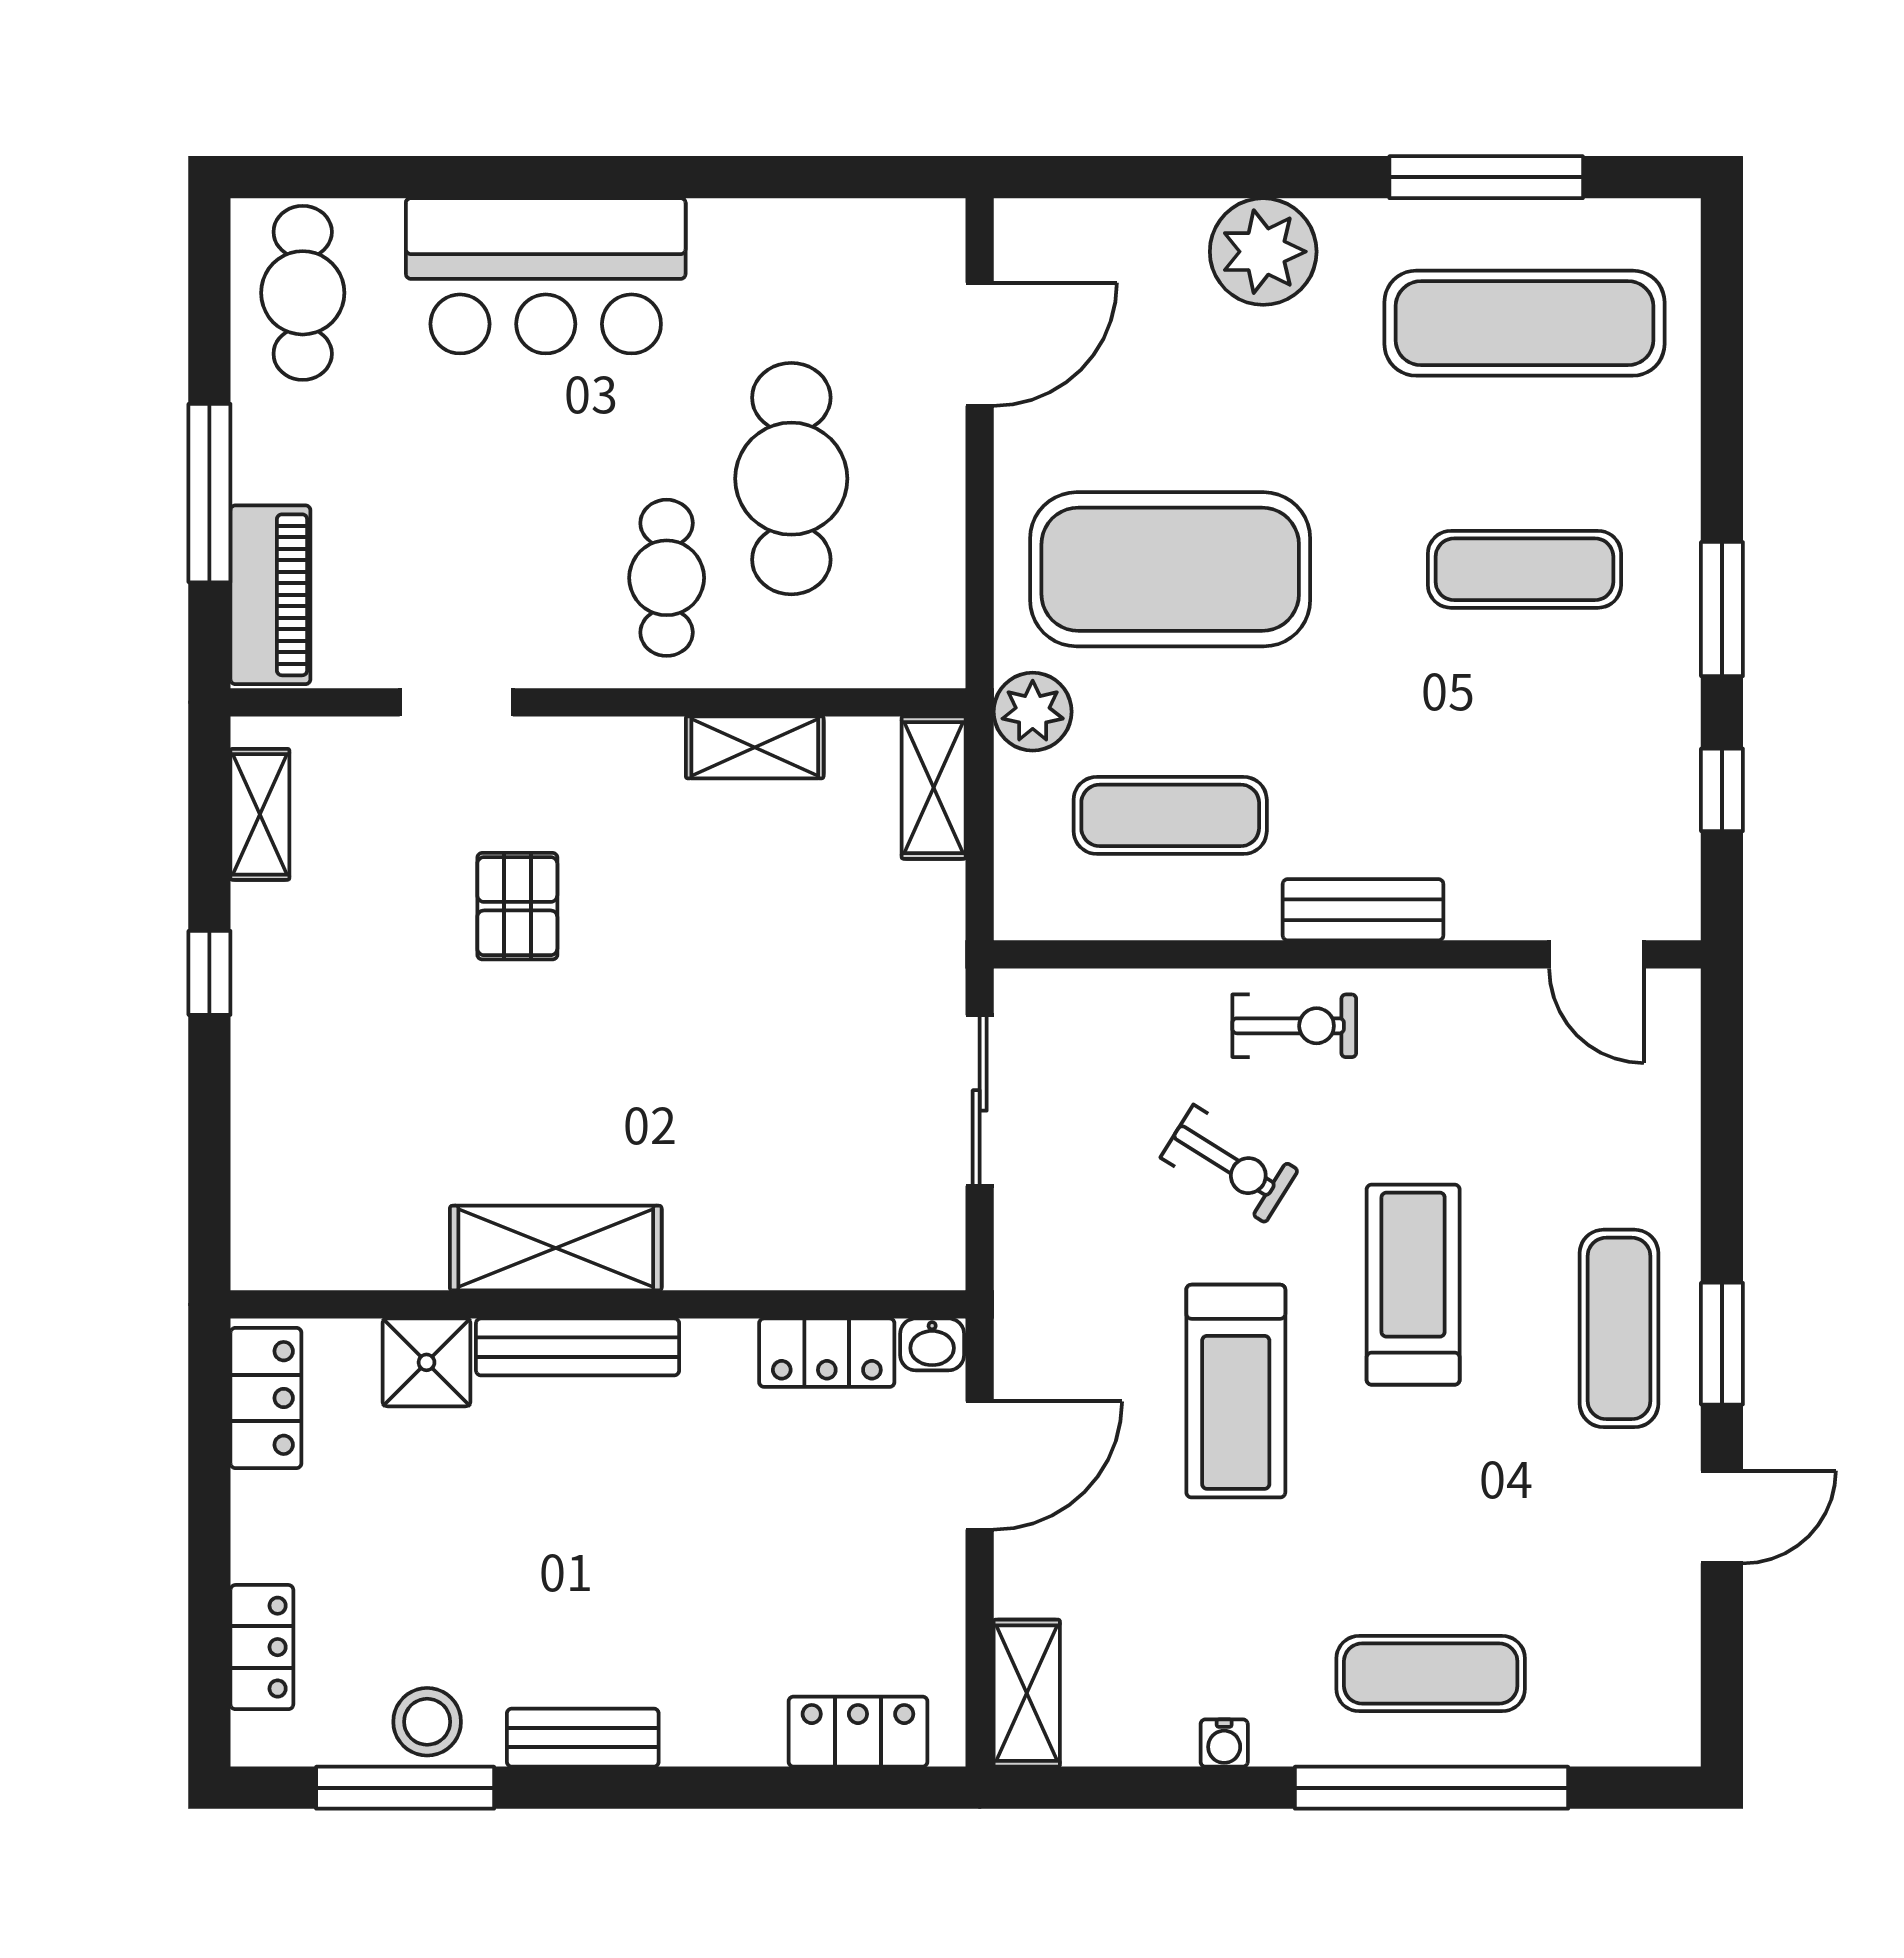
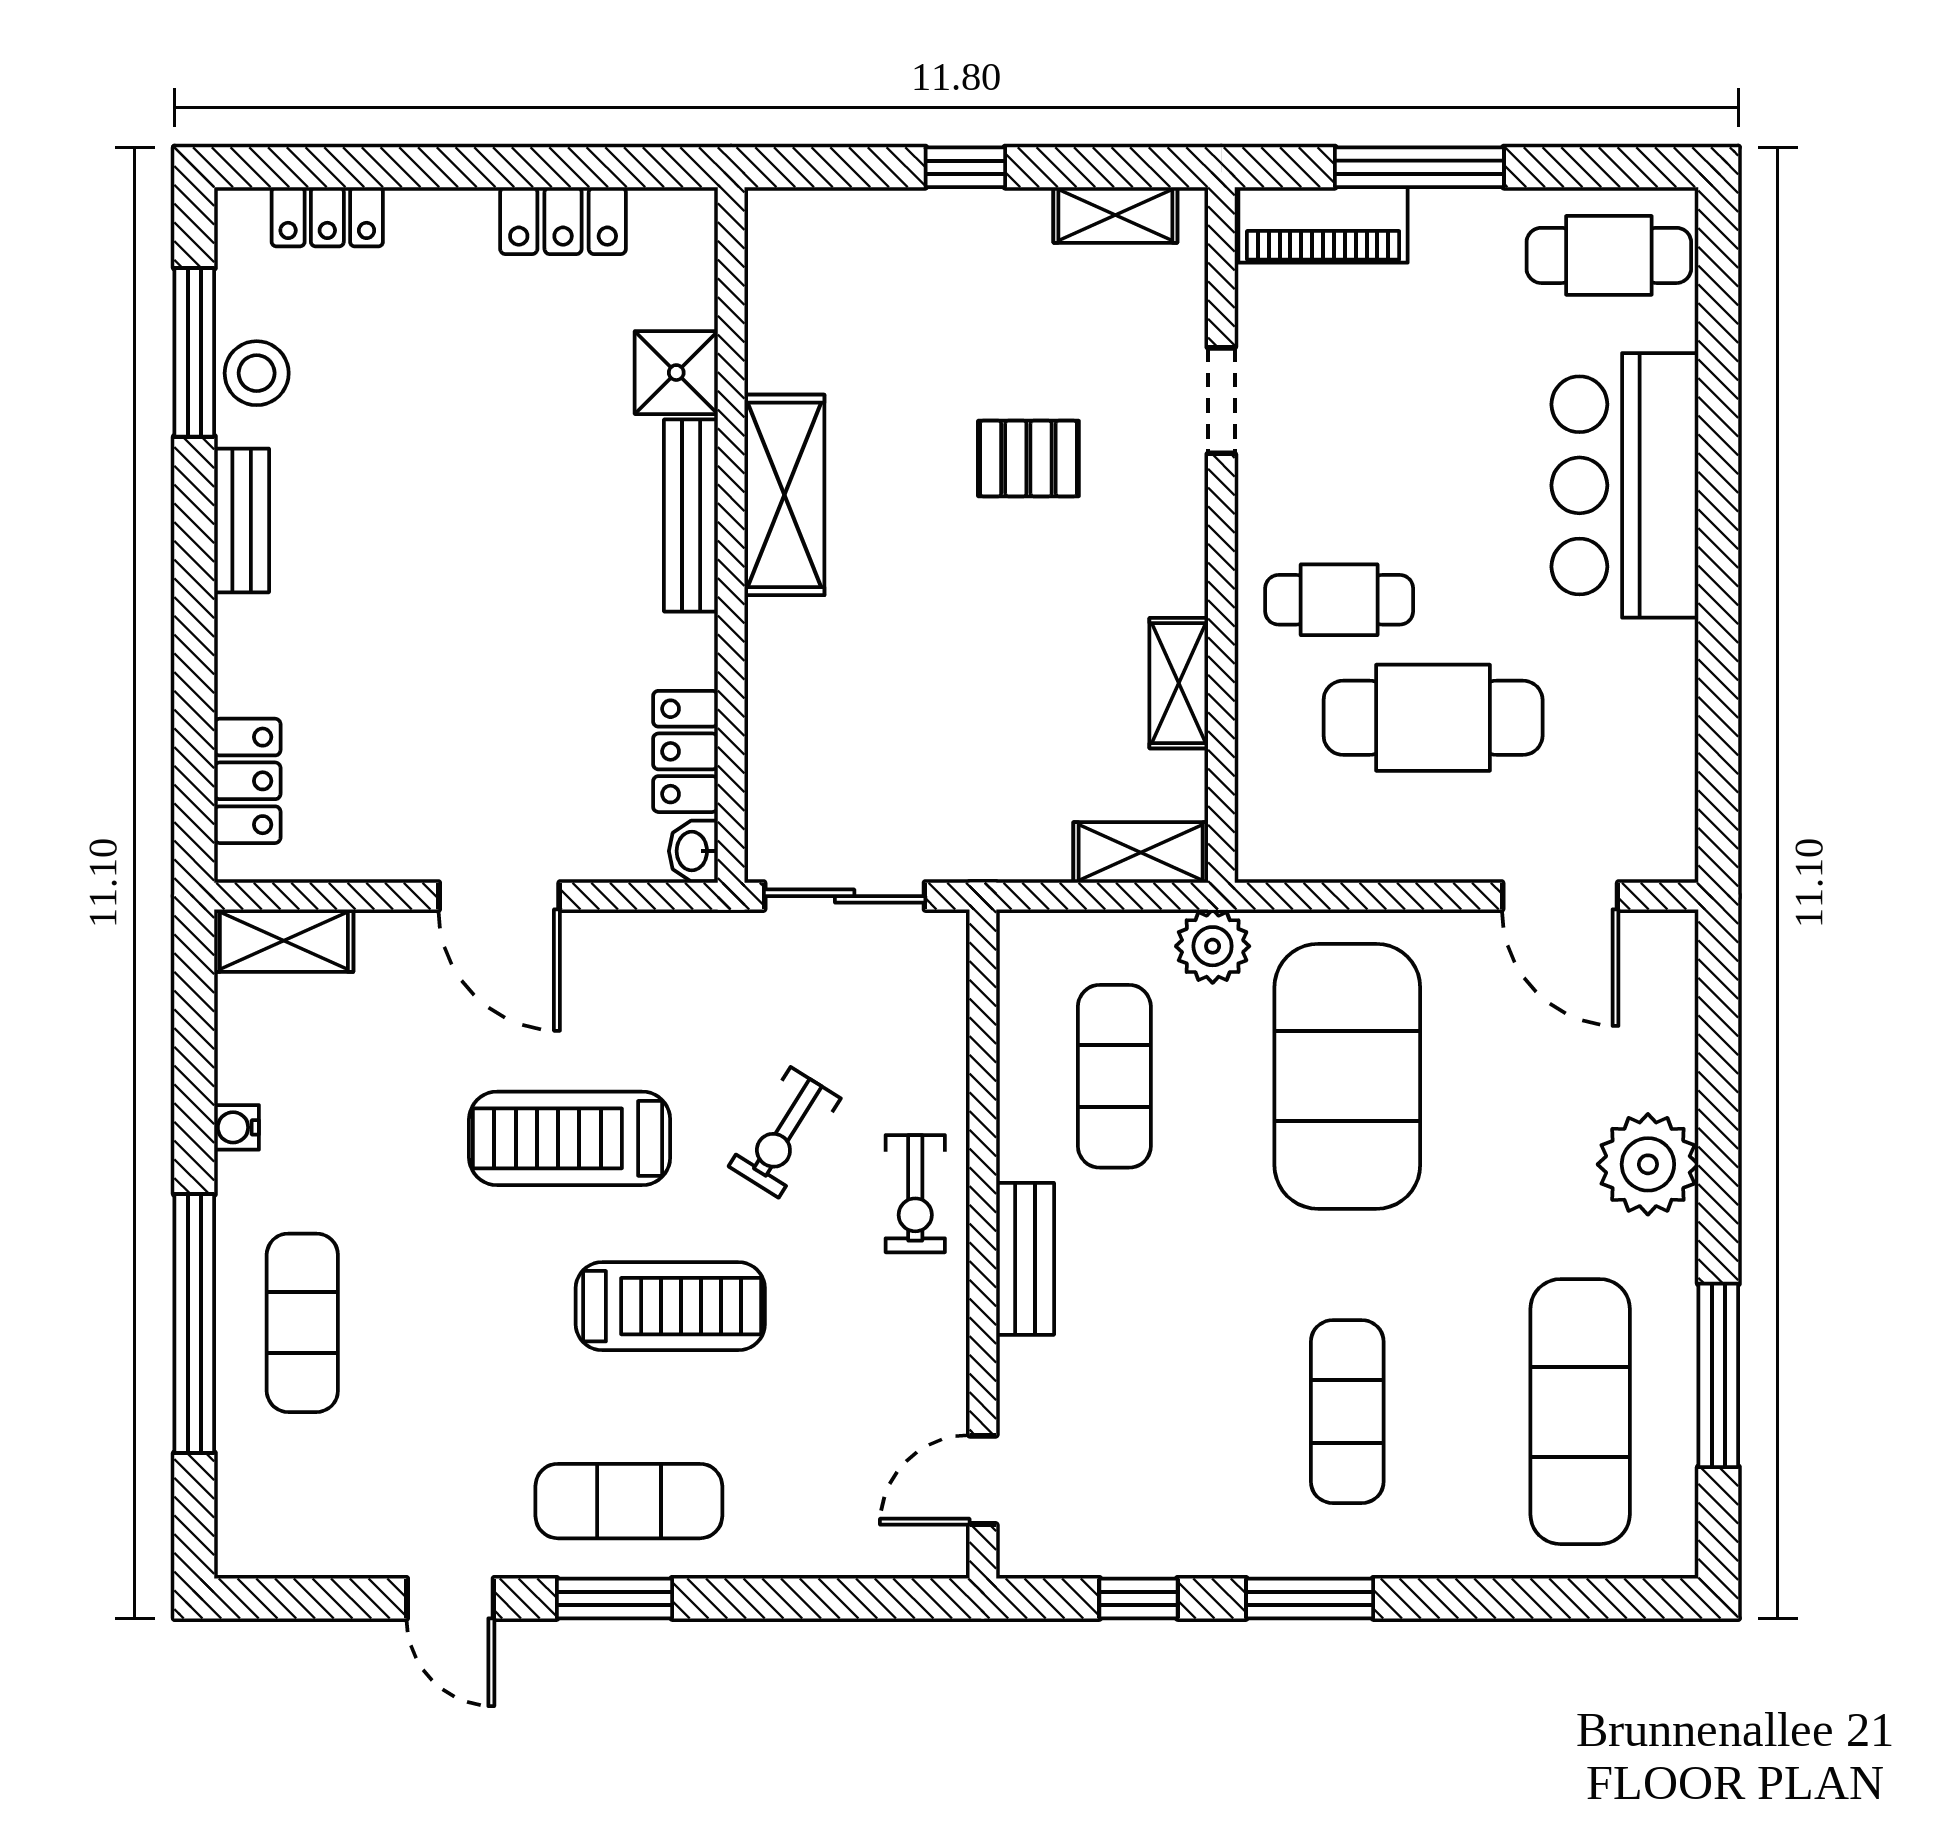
shelving: (556, 1248) -> (784, 495), moved
wall: (598, 1304) -> (731, 535), moved
washbasin: (932, 1344) -> (693, 851), moved
bench: (578, 1347) -> (691, 516), moved
locker: (827, 1353) -> (685, 751), moved
shower: (427, 1362) -> (676, 373), moved

